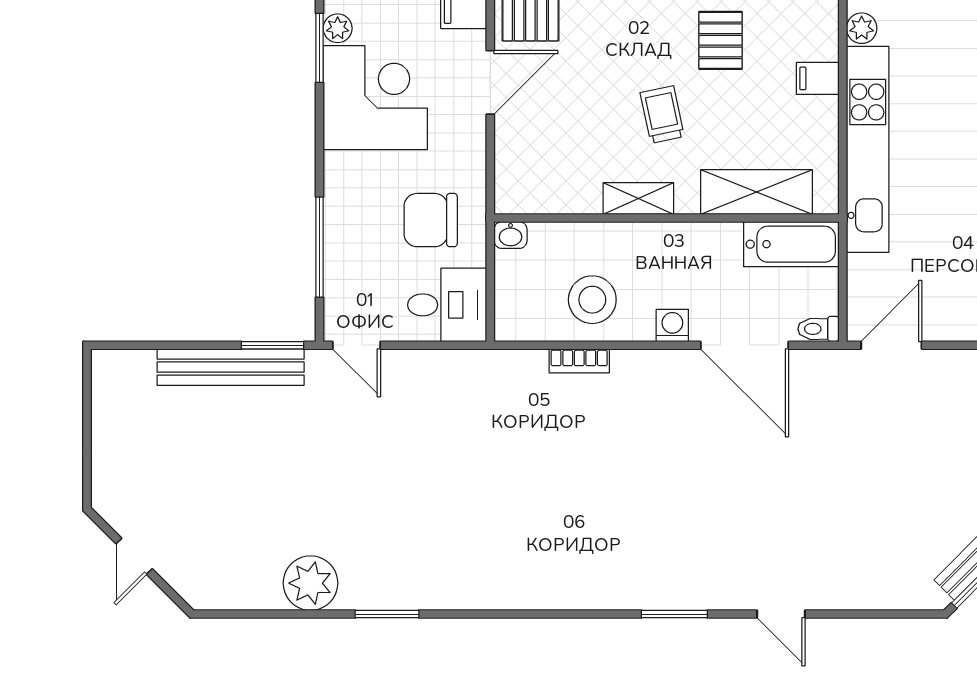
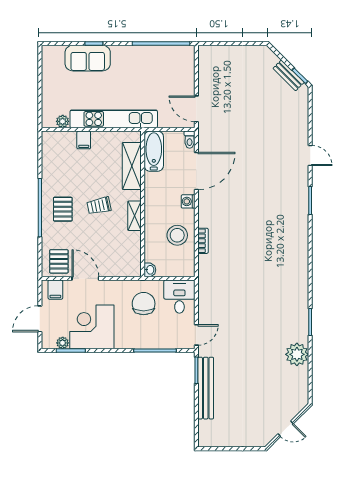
pallet: (721, 40) -> (63, 209), moved, turned 90
chair: (431, 220) -> (144, 304), turned 180
door: (781, 614) -> (310, 156), hinge flipped

